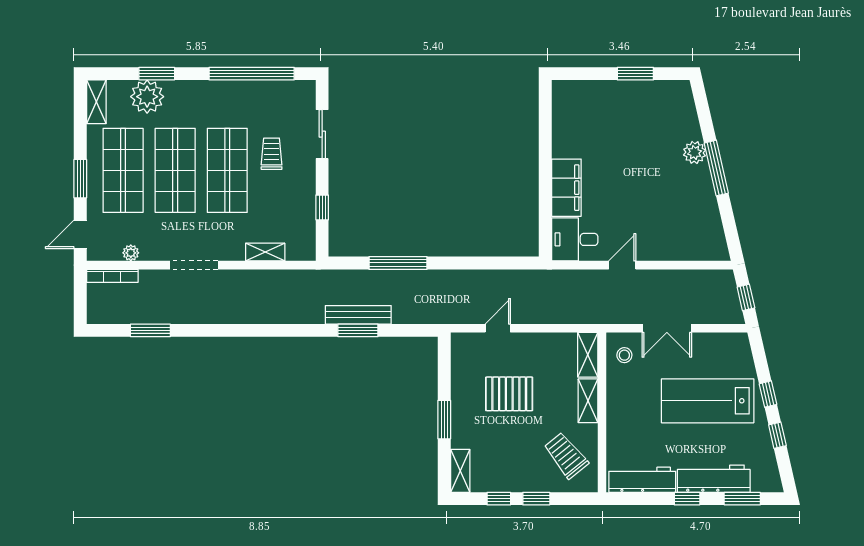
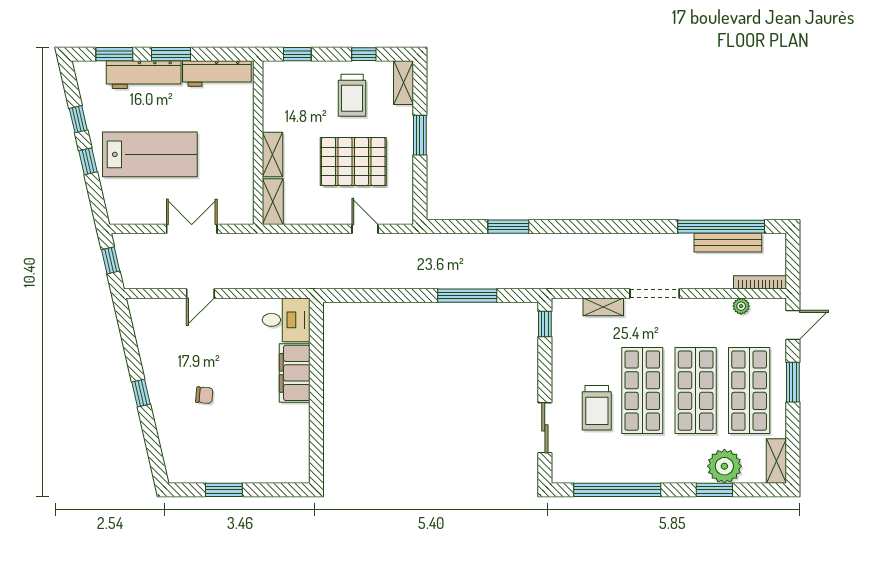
plant: (695, 152) -> (163, 409), removed
trolley: (272, 154) -> (597, 408), width x1.36, depth x1.39
chair: (655, 166) -> (204, 395), added
window: (716, 168) -> (141, 393), width x0.46
window: (322, 207) -> (545, 324), moved
doorway: (194, 265) -> (655, 294), moved
door: (622, 265) -> (200, 294), moved
bench: (358, 315) -> (728, 243), moved
door: (498, 328) -> (365, 229), swing flipped
window: (150, 330) -> (721, 227), width x2.11
stool: (624, 355) -> (235, 201), removed
pallet: (509, 394) -> (353, 162), width x1.37, depth x1.41
trolley: (566, 455) -> (352, 95), moved, turned 39
window: (536, 499) -> (297, 54), moved
window: (687, 499) -> (171, 54), width x1.50

